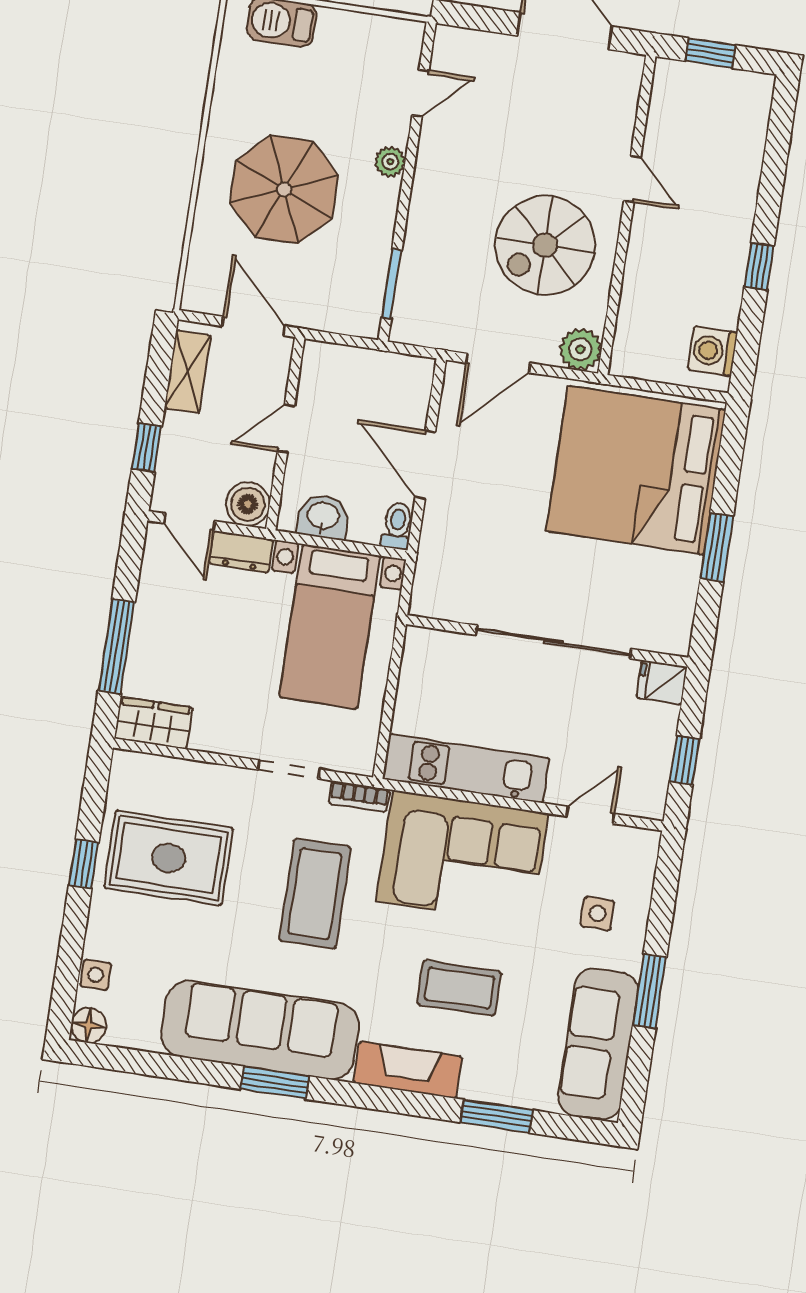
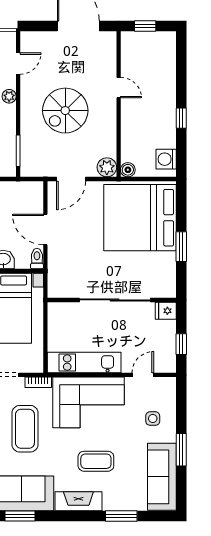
spiral stairs: (545, 245) -> (65, 111), moved
boiler: (625, 362) -> (128, 170), added

